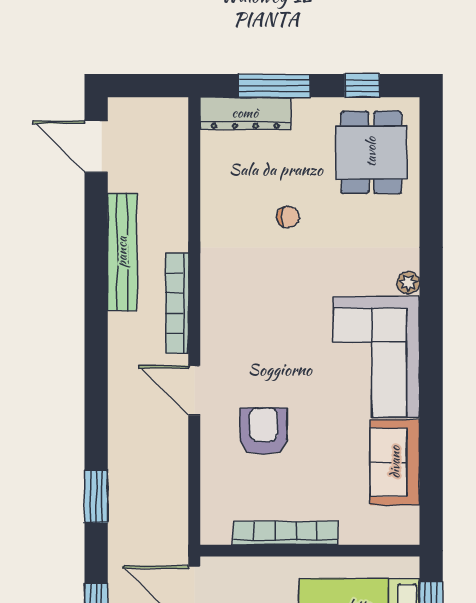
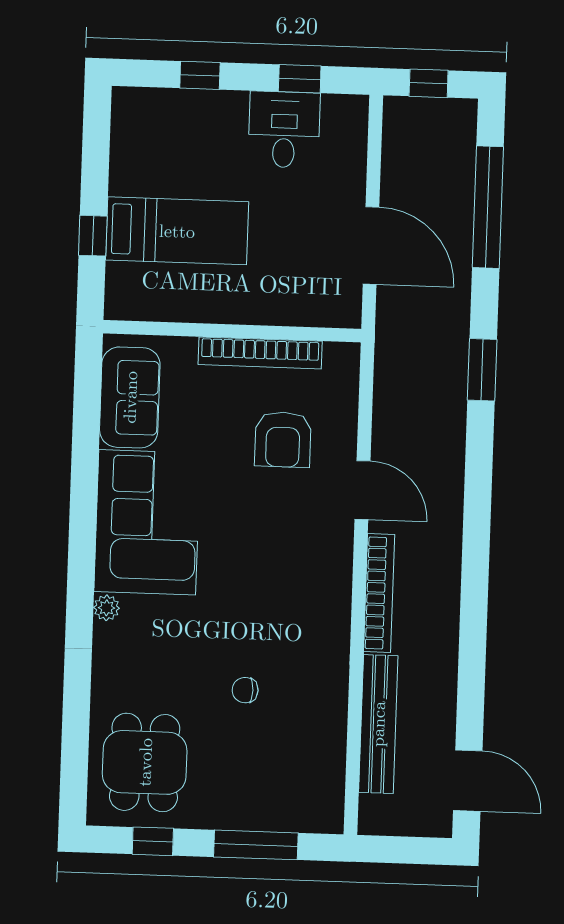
dresser: (245, 113) -> (291, 814), removed
bench: (122, 252) -> (378, 724), moved
bookcase: (285, 533) -> (260, 353), moved
wall: (310, 551) -> (232, 331), moved

